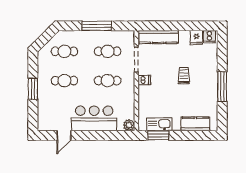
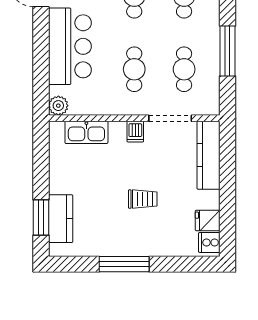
kitchen sink: (159, 124) -> (86, 132), moved, turned 90
window: (158, 135) -> (41, 218), moved

